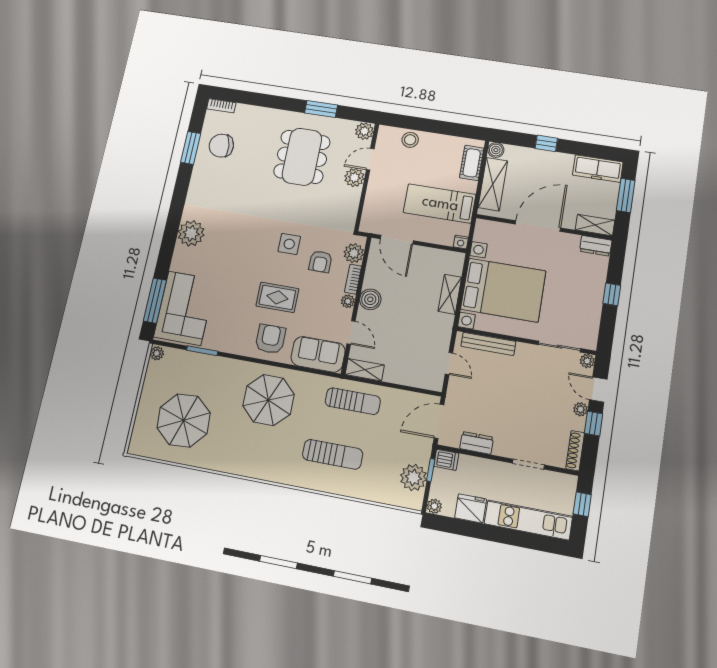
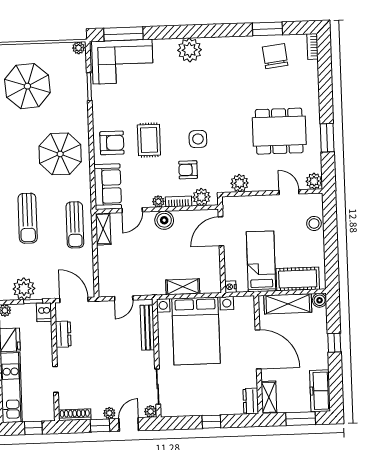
cot: (472, 163) -> (298, 279), width x1.37, depth x1.34
plant: (354, 177) -> (240, 183), moved

